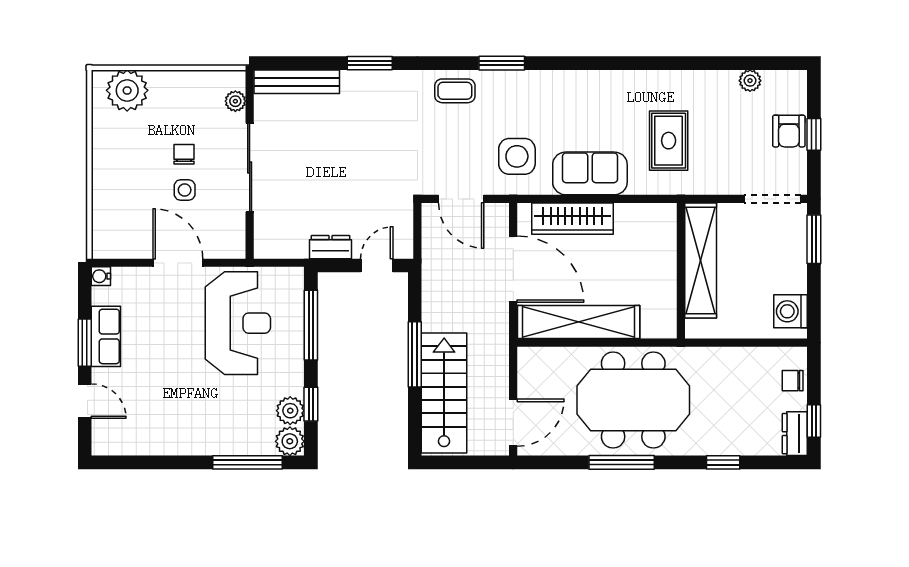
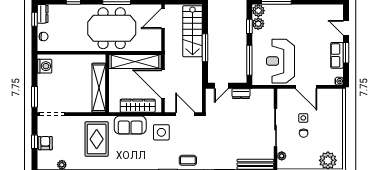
rug: (669, 141) -> (97, 139), width x1.36, depth x1.43
shelving: (701, 261) -> (99, 88), moved
wall: (681, 271) -> (107, 83), moved

